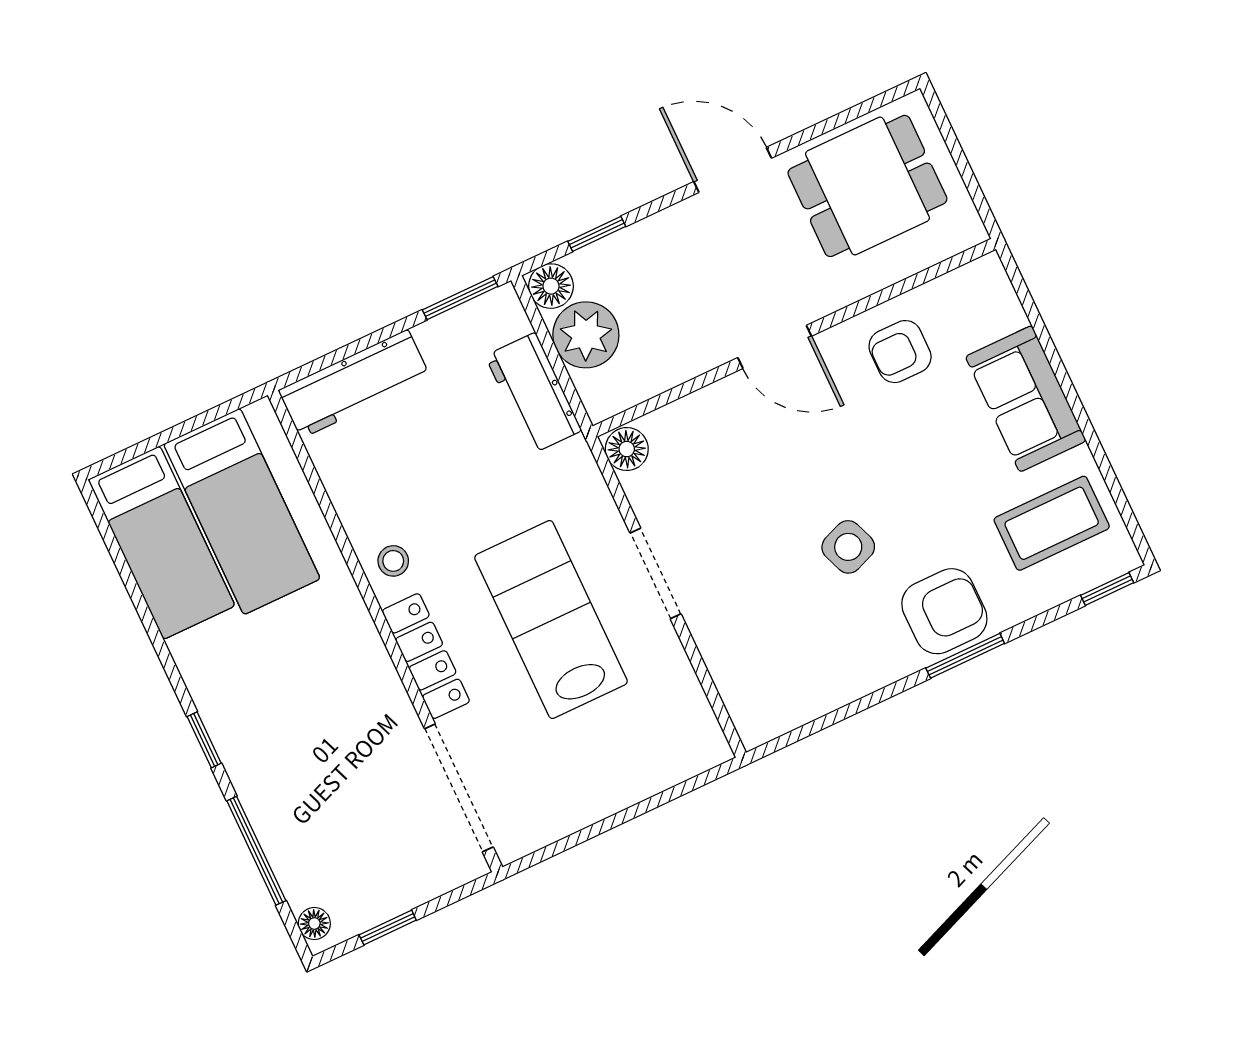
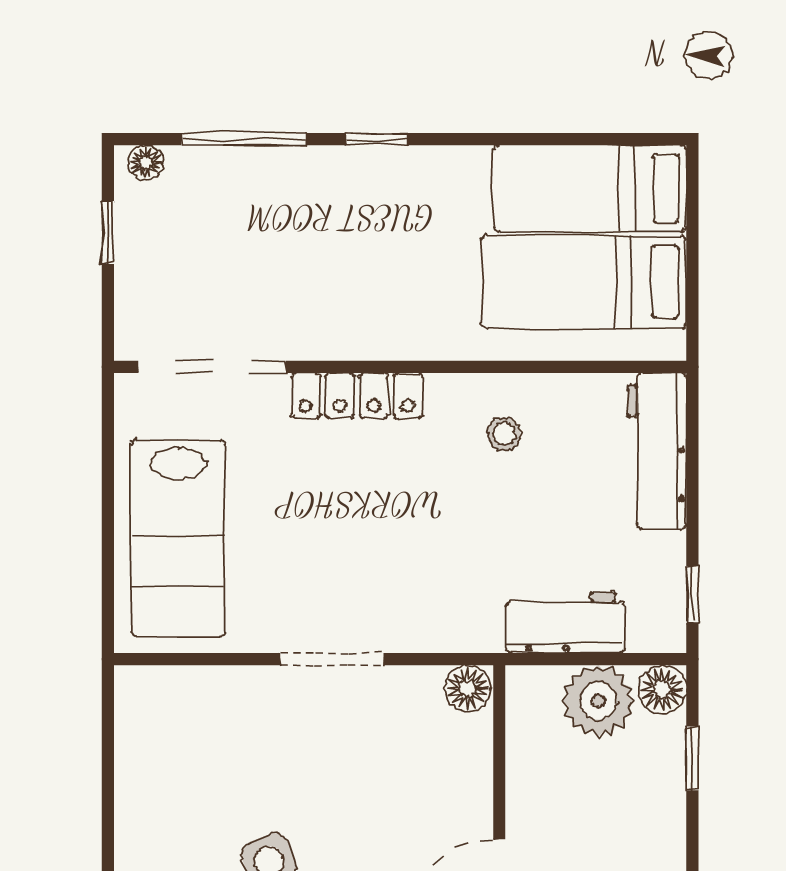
window: (460, 298) -> (692, 595), width x0.67
stool: (393, 561) -> (504, 434), moved
lab bench: (551, 619) -> (178, 538), moved, turned 90

